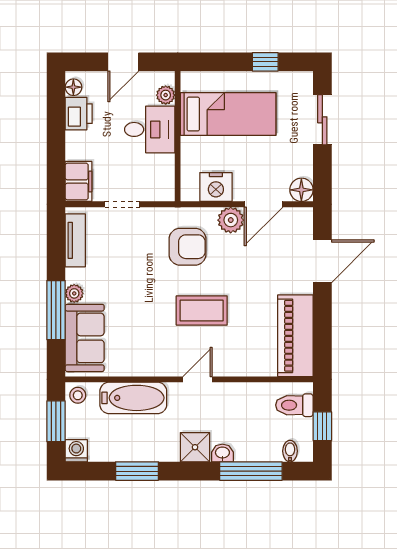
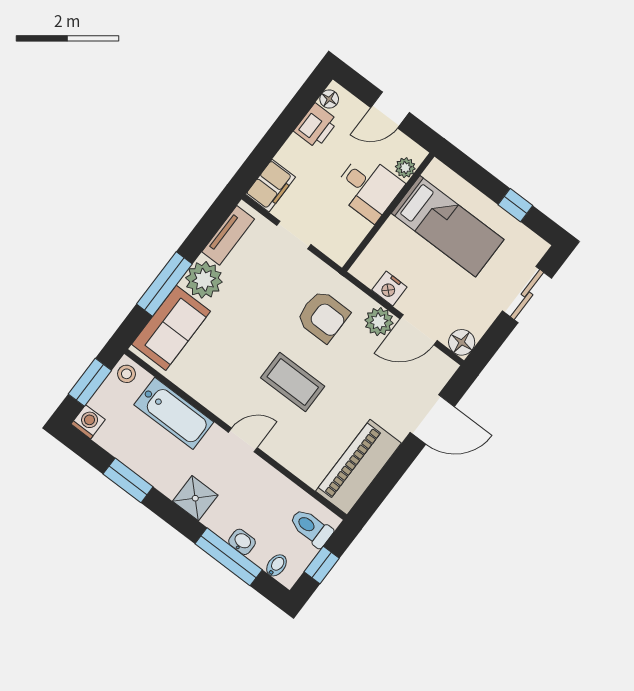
nightstand: (216, 187) -> (389, 289), width x0.74, depth x0.75
plant: (74, 293) -> (204, 280), width x1.87, depth x1.87
washbasin: (222, 453) -> (242, 542), moved

